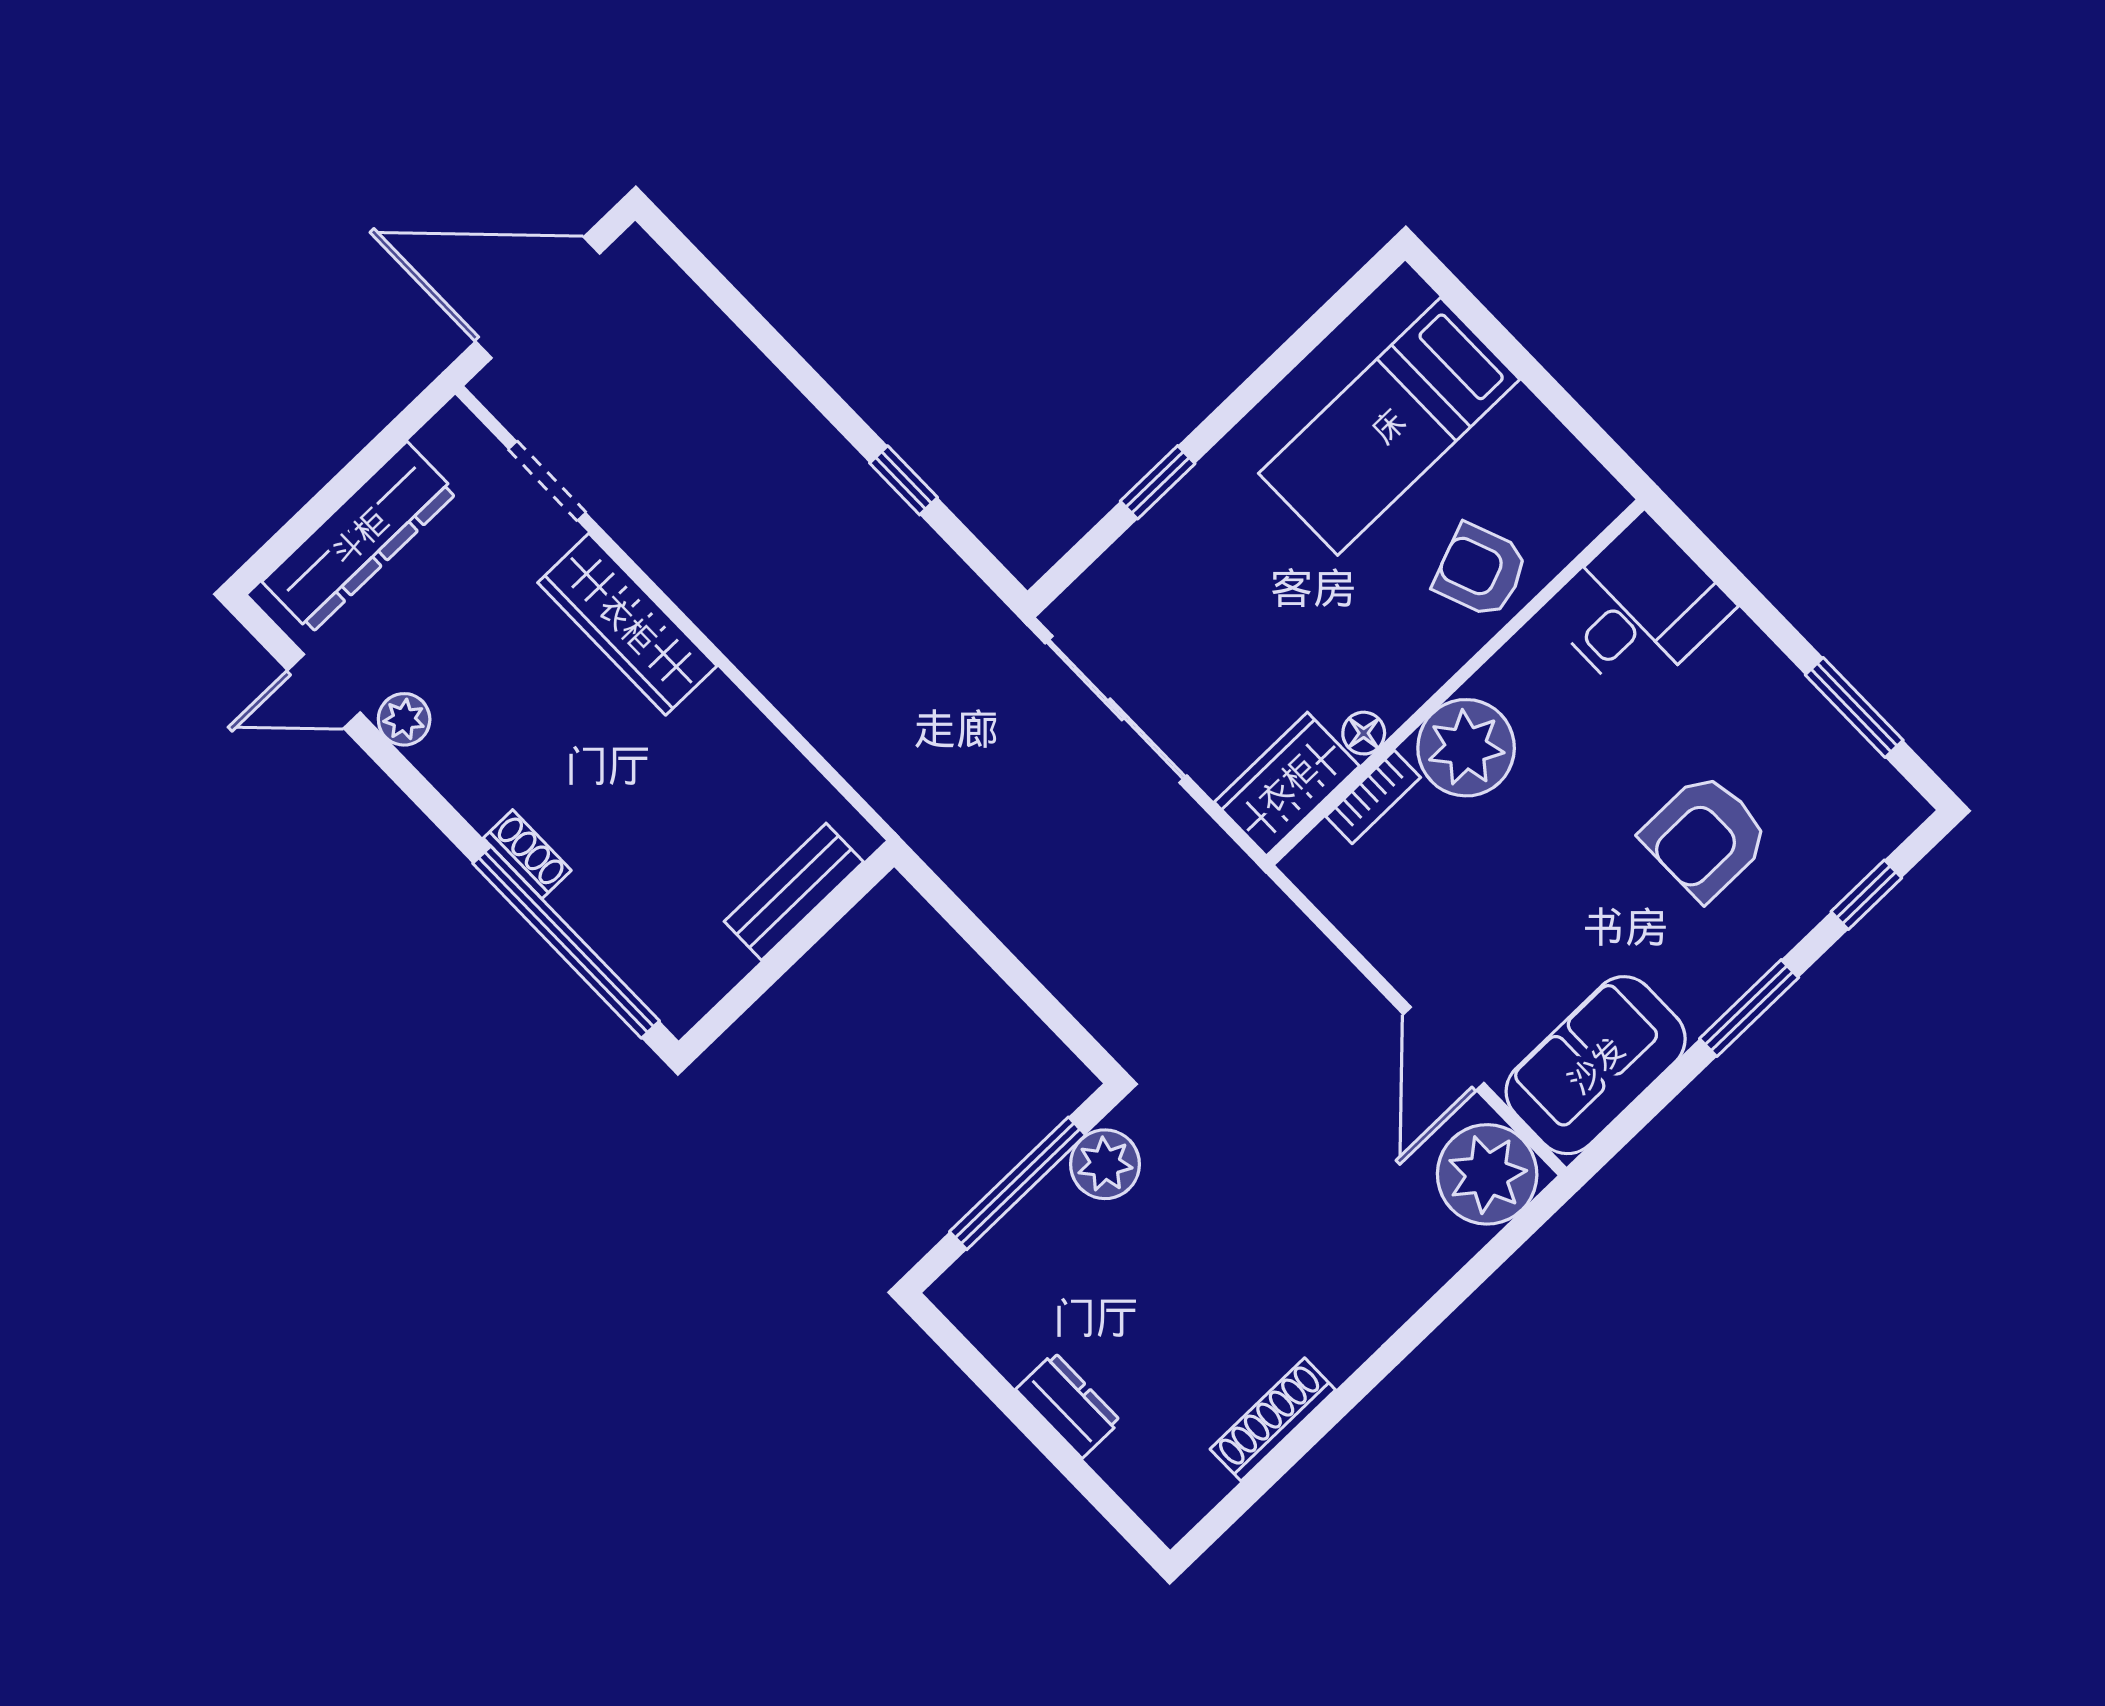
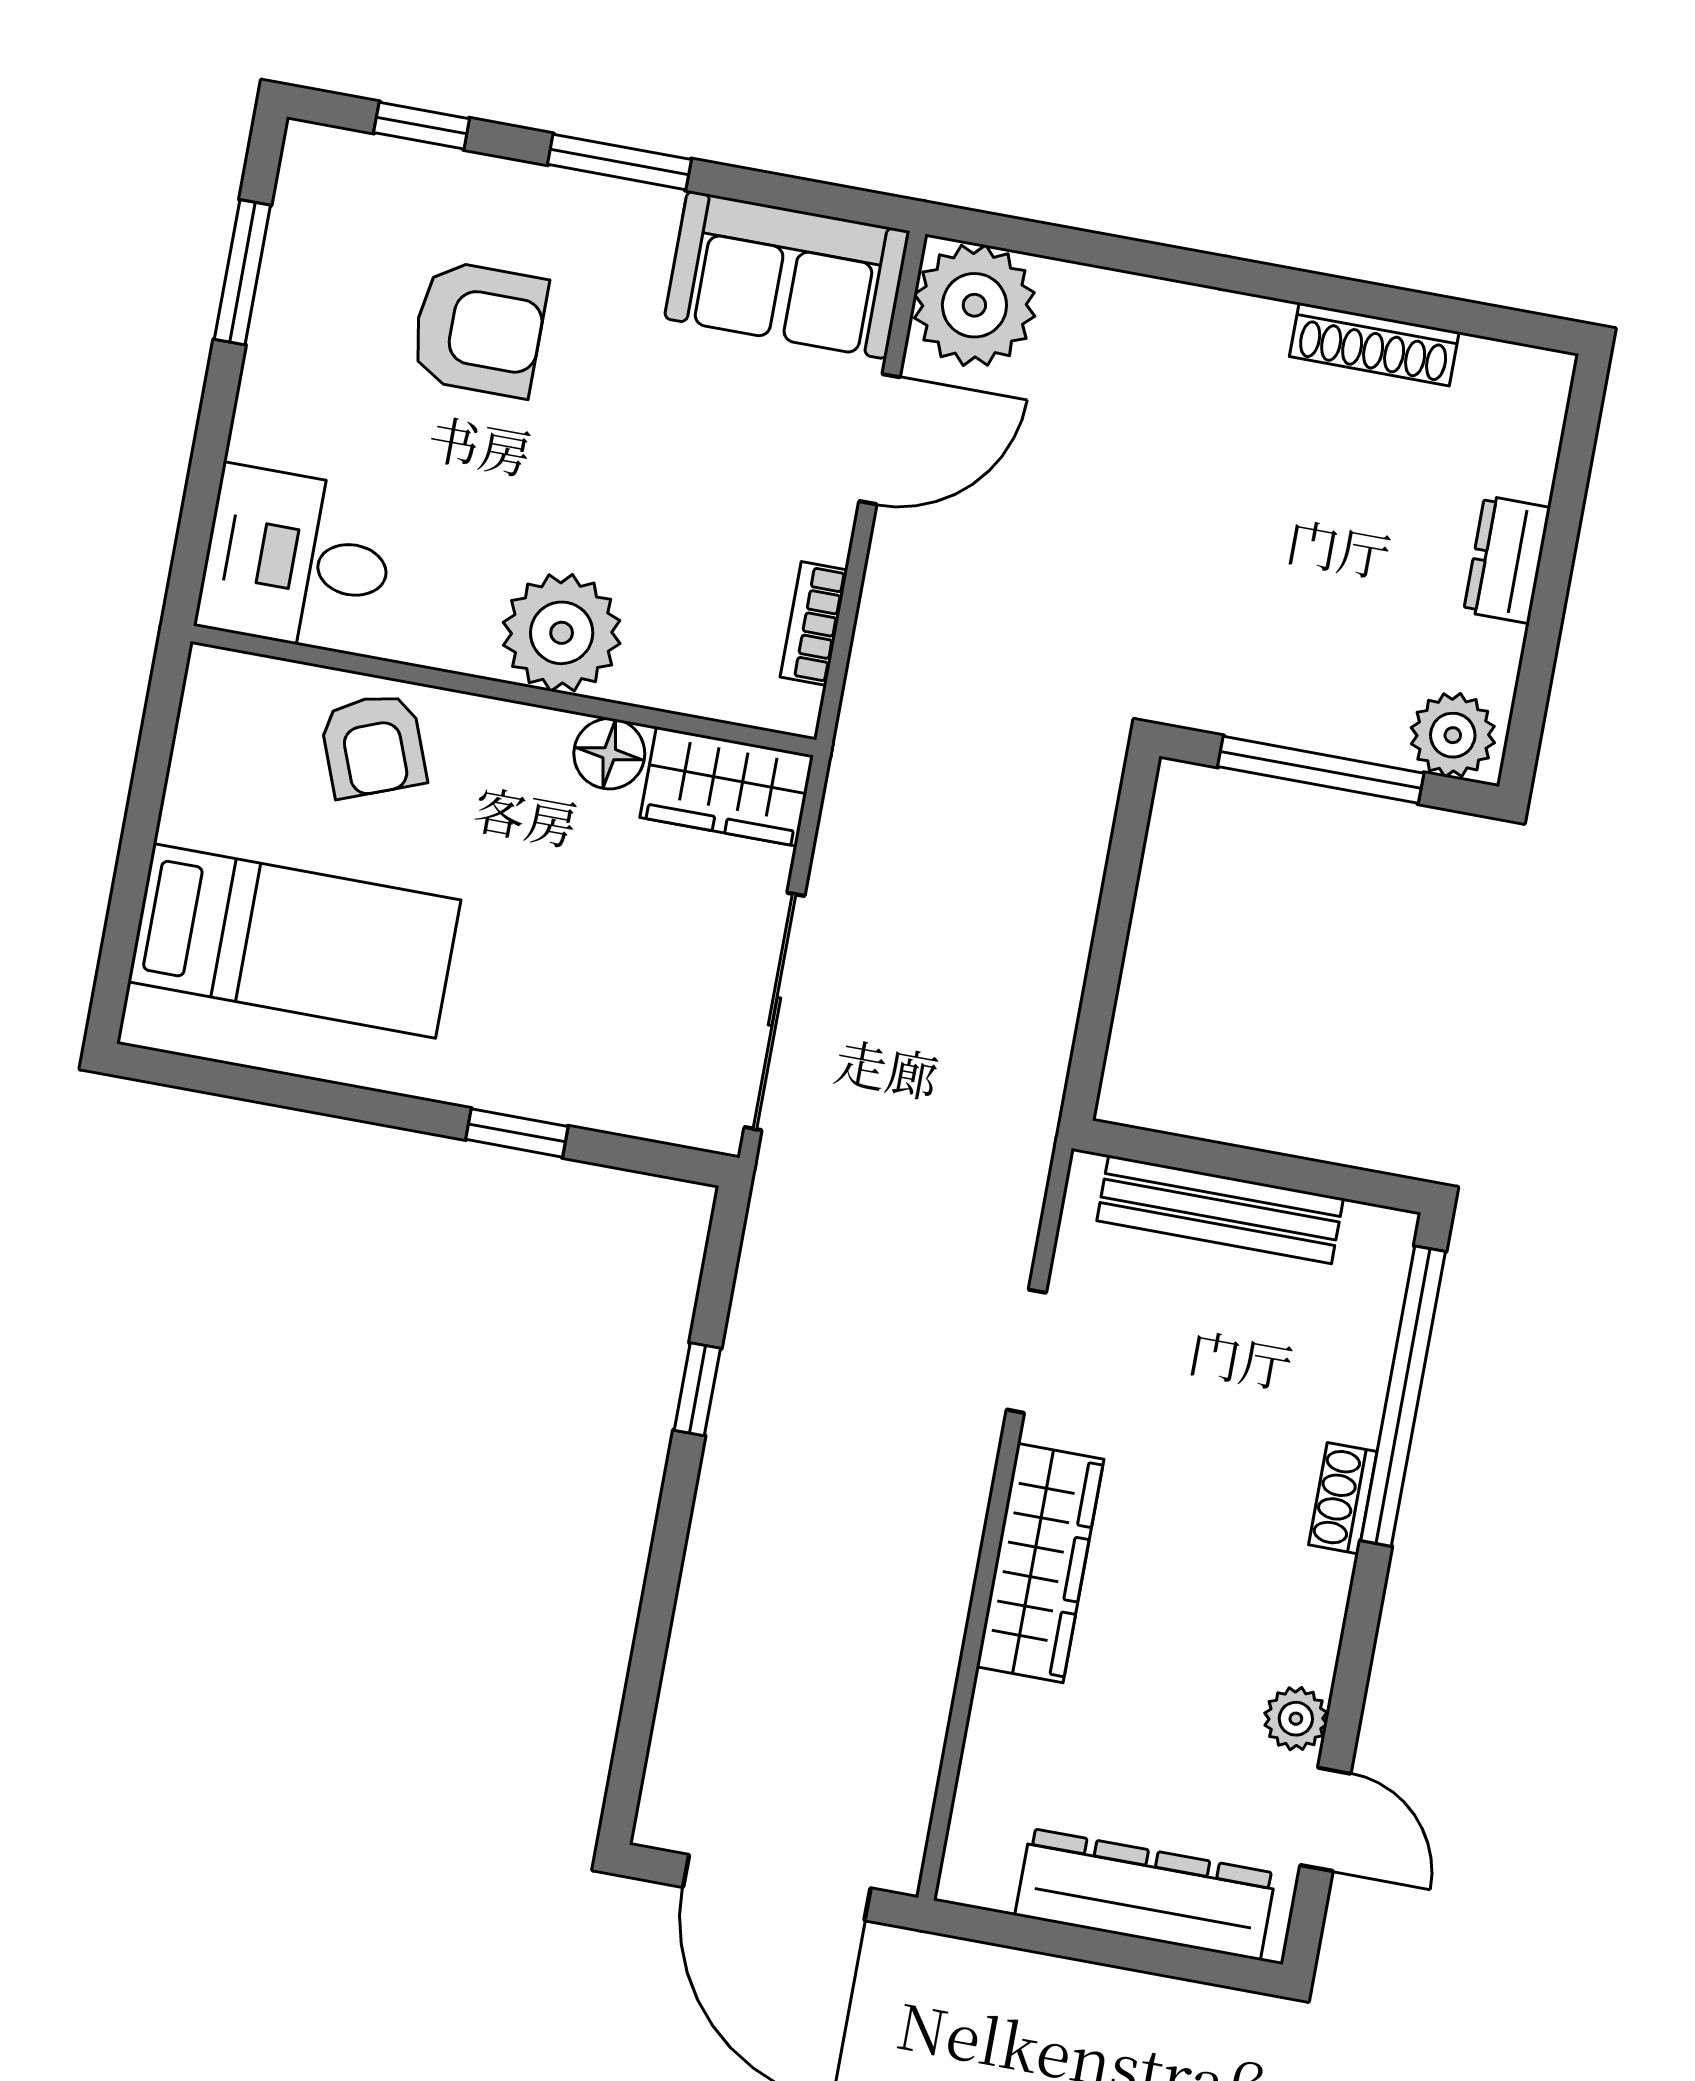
doorway: (547, 481) -> (1026, 1351), moved
floor lamp: (1364, 733) -> (609, 754), width x1.37, depth x1.37
bookcase: (1373, 797) -> (814, 623), moved, turned -90
bench: (794, 892) -> (1220, 1210), width x1.36
plant: (1105, 1164) -> (1453, 735), moved

